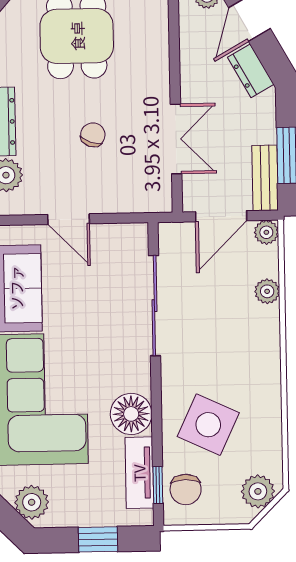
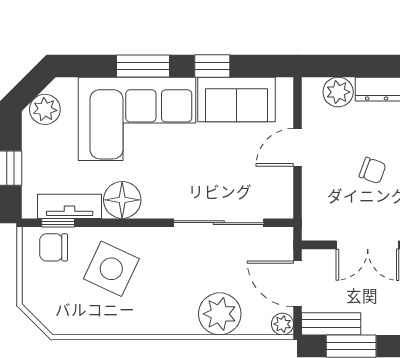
plant: (267, 291) -> (220, 314), width x1.87, depth x1.87
plant: (258, 491) -> (51, 312), removed

